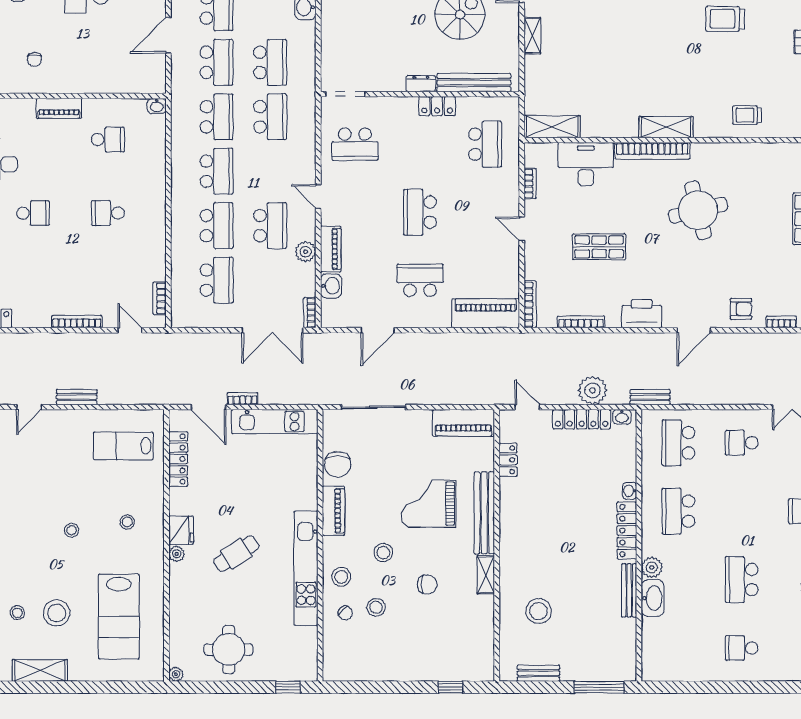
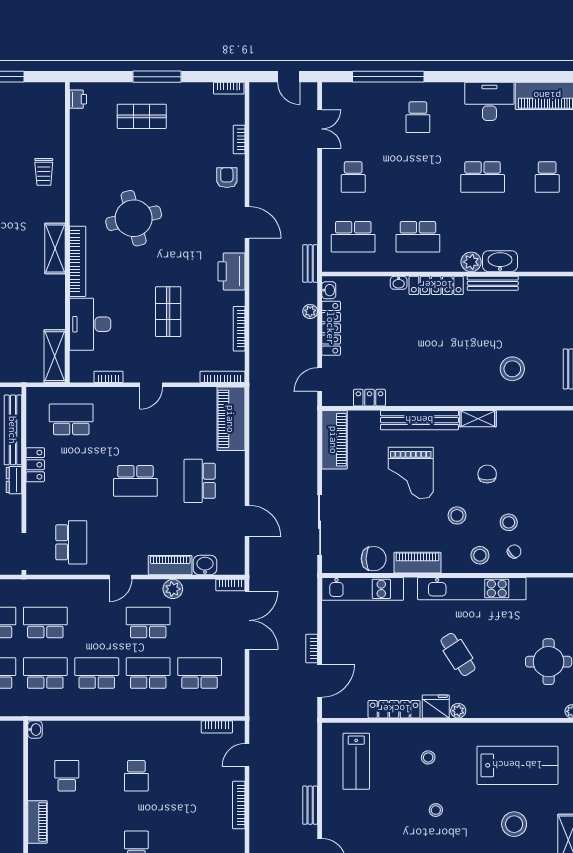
plant: (593, 390) -> (310, 311), width x0.53, depth x0.53
kitchen unit: (275, 422) -> (363, 589), moved, turned 90
locker: (178, 459) -> (394, 709), moved

